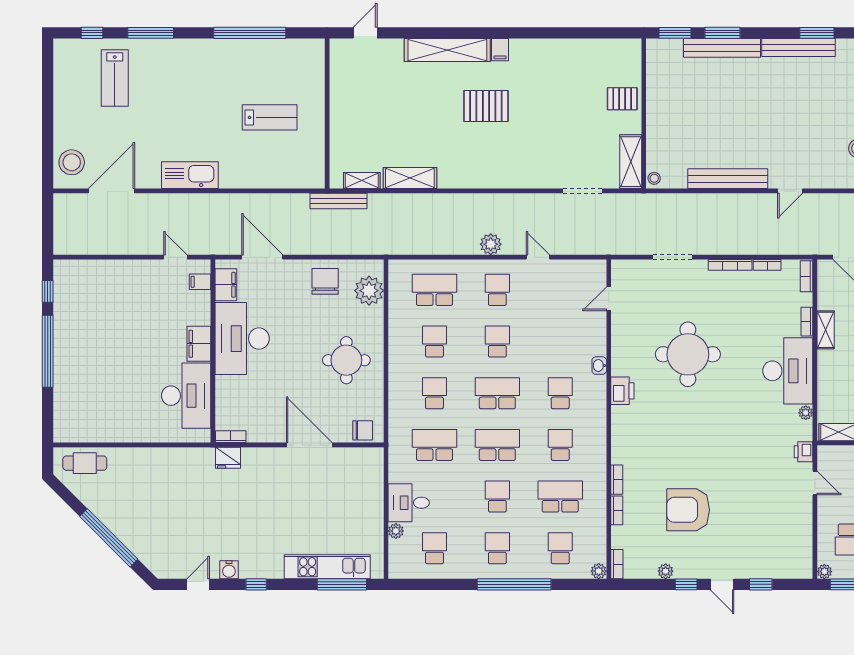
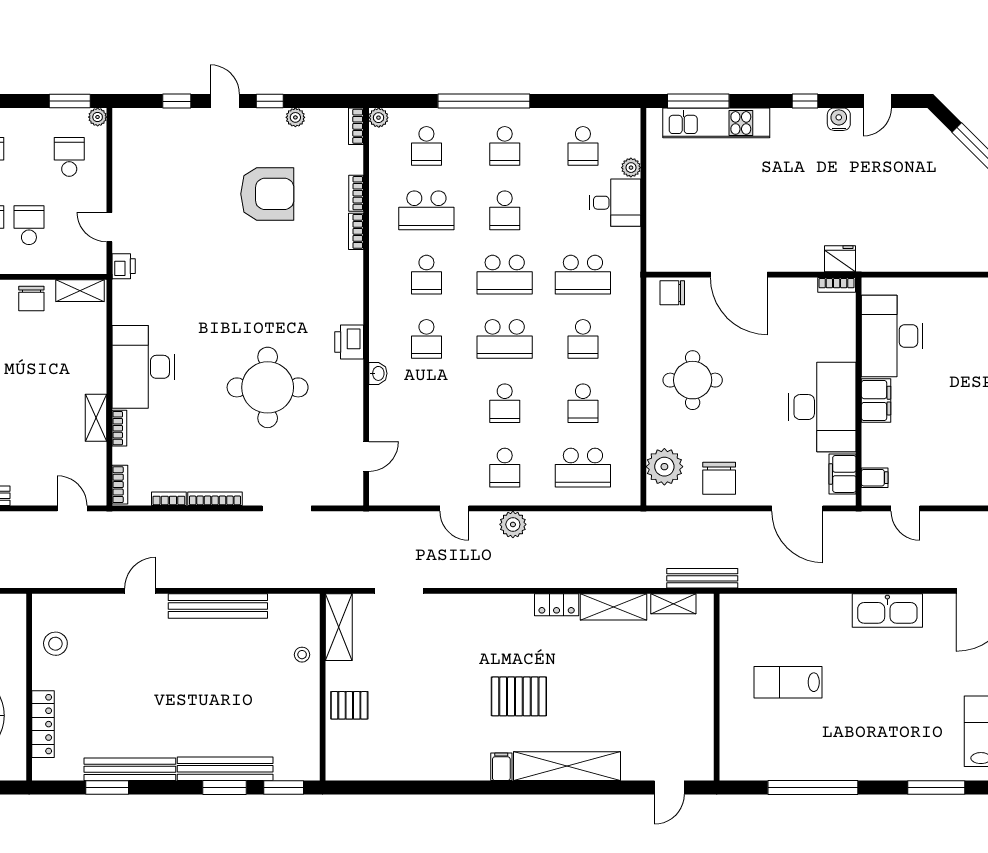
stool: (654, 178) -> (302, 655), moved
locker: (456, 180) -> (557, 605), added
plant: (806, 413) -> (121, 315), removed

